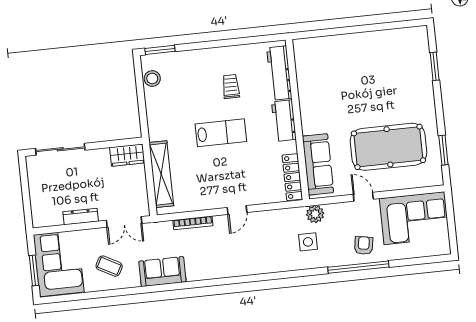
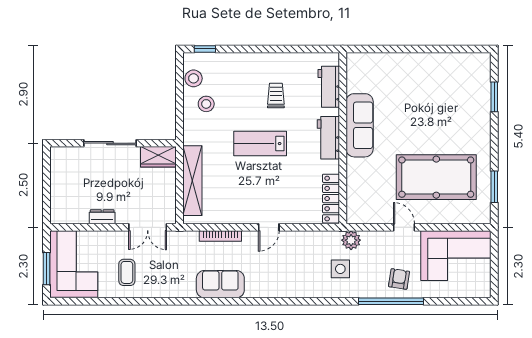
window: (160, 50) -> (205, 49), width x0.67
workbench: (279, 73) -> (329, 87), width x0.73
stool: (167, 101) -> (206, 104), added
lab bench: (221, 133) -> (260, 144), turned 180
sliding door: (60, 149) -> (110, 143), moved
sofa: (318, 164) -> (360, 125), moved
dresser: (81, 217) -> (102, 217), width x0.70
coffee table: (109, 266) -> (127, 272), turned 62
sofa: (162, 272) -> (220, 284), moved

